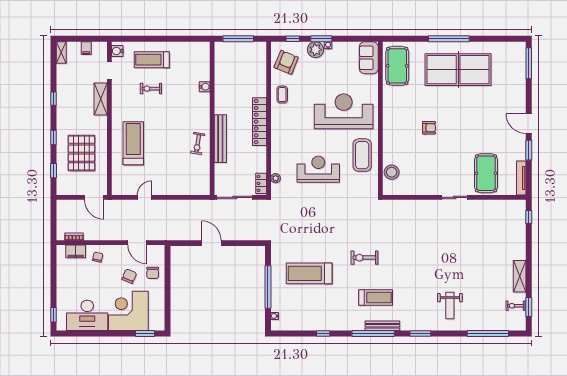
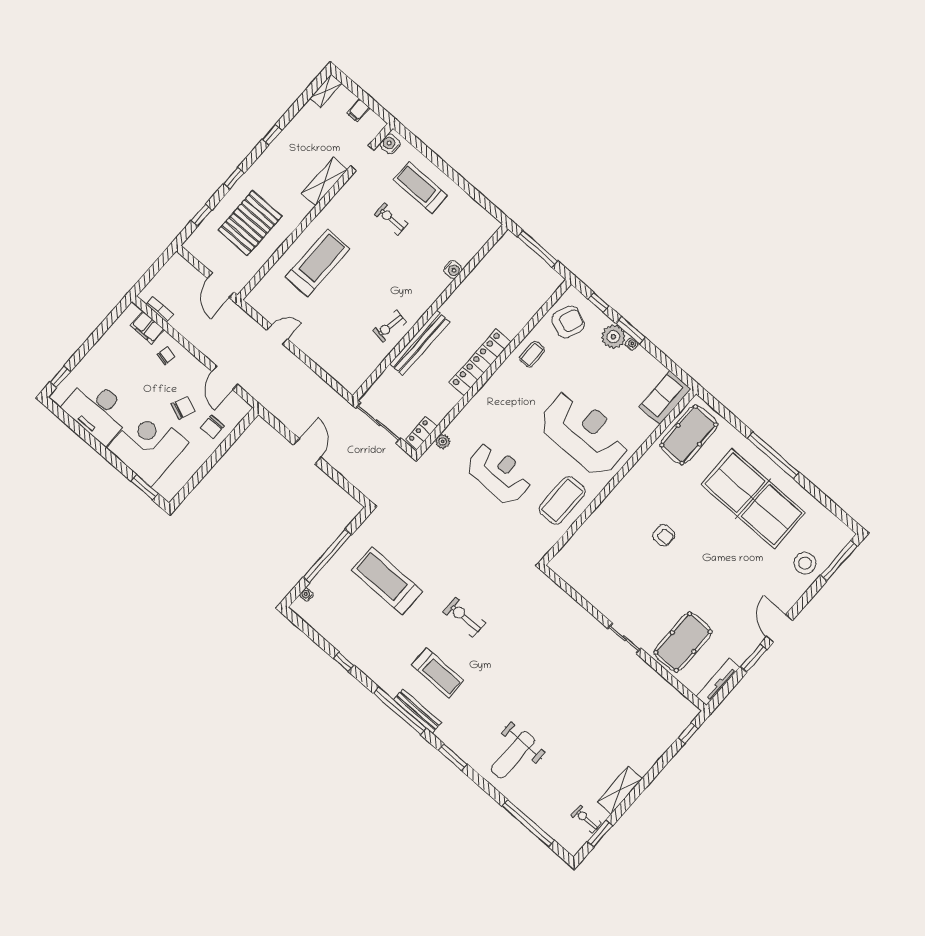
stool: (392, 172) -> (805, 563), moved
weight bench: (450, 306) -> (513, 755), width x1.36, depth x1.33

